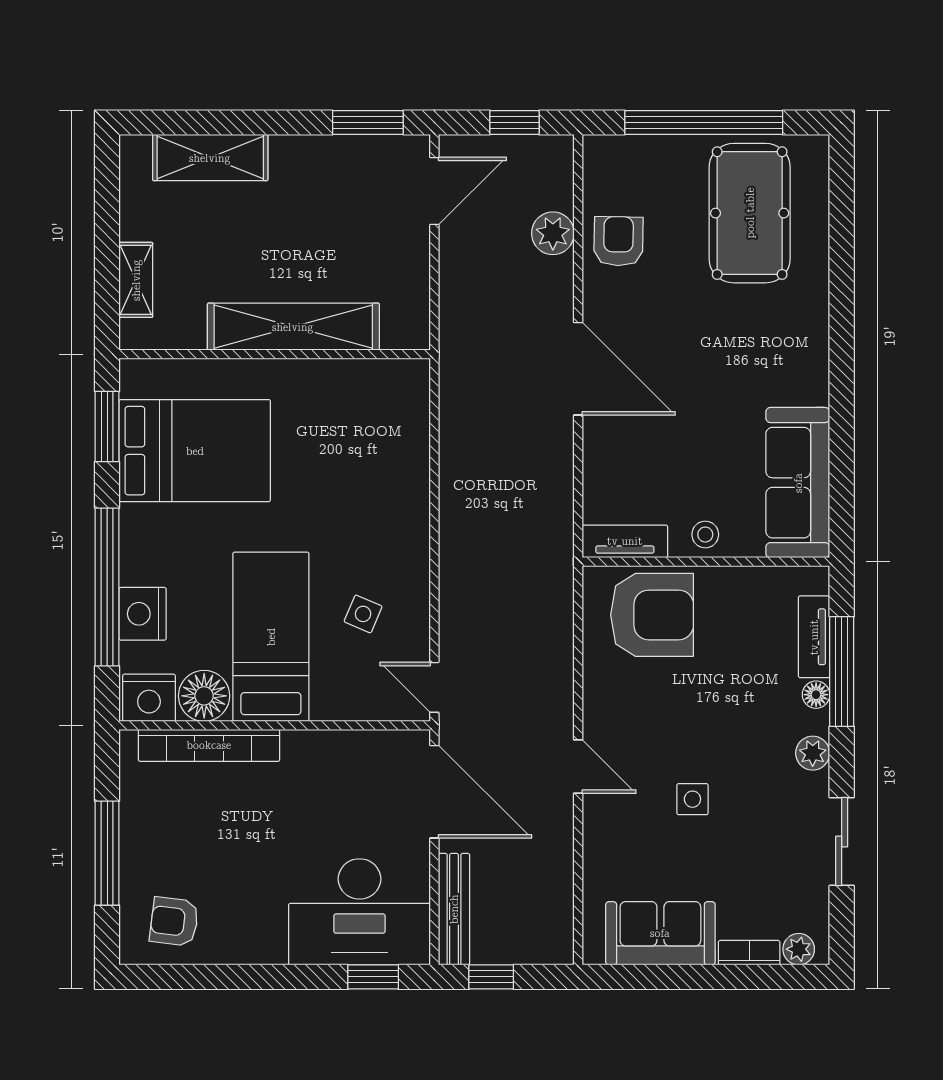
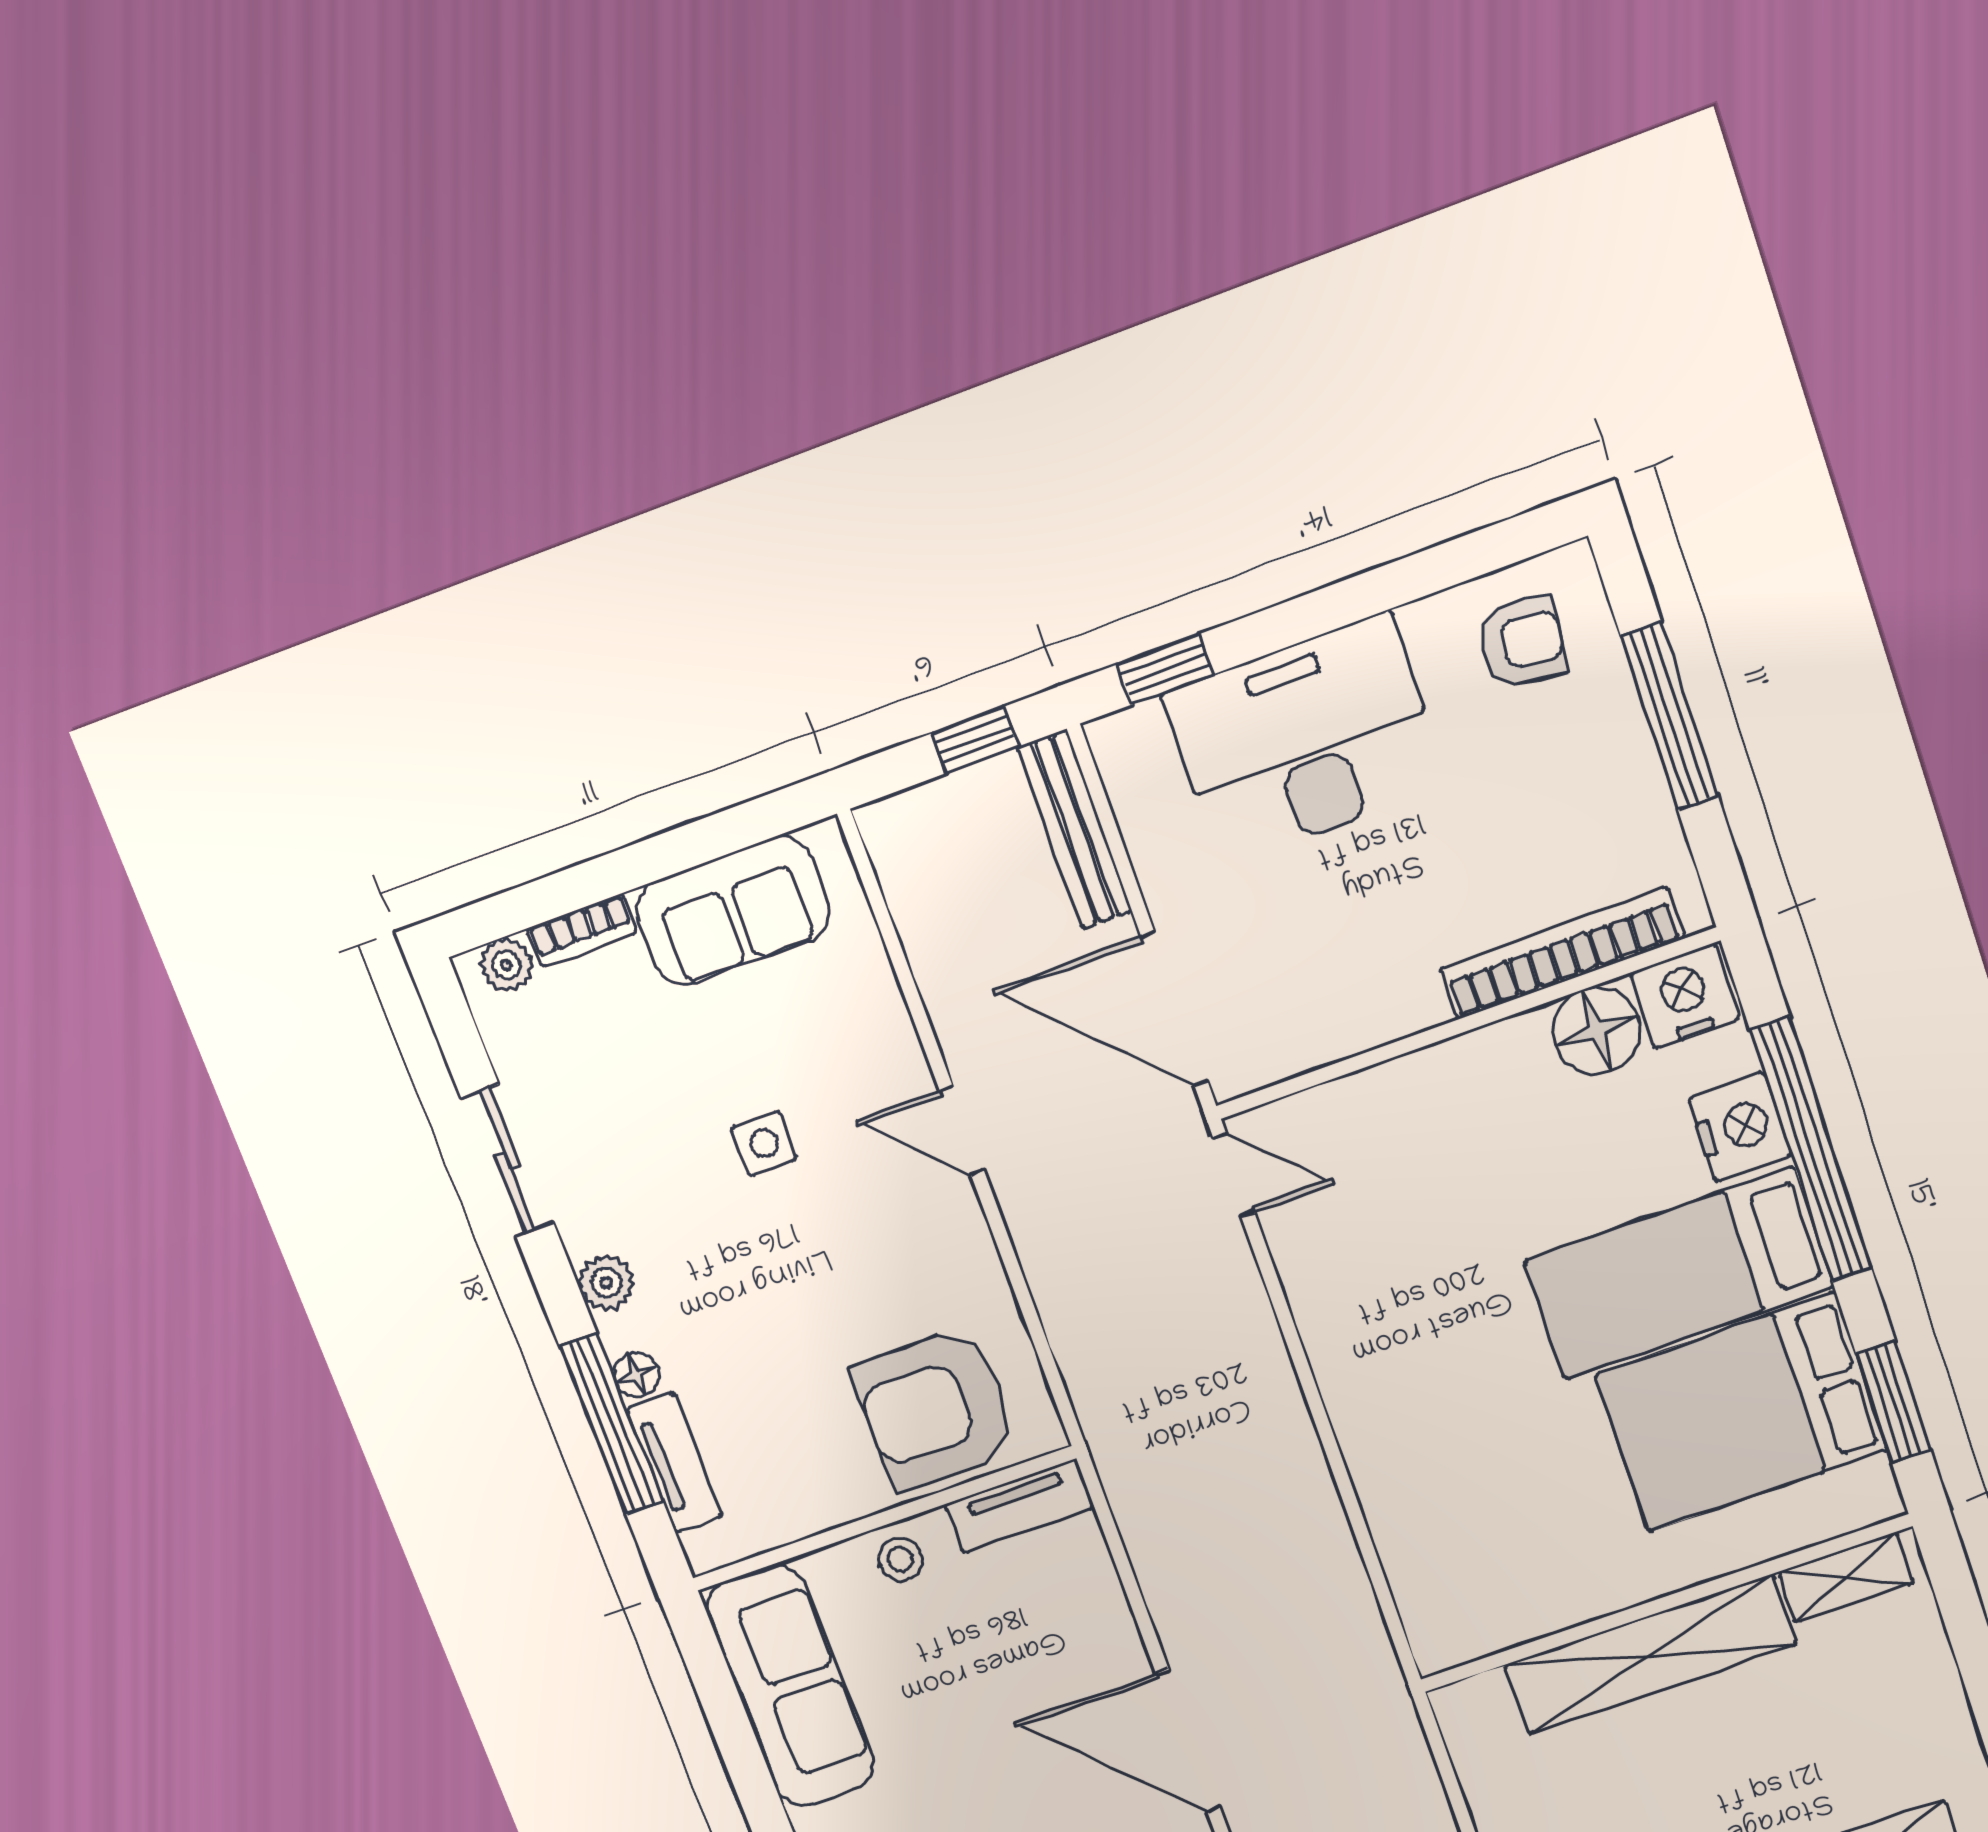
shelving: (136, 280) -> (1846, 1577), moved, turned 90
side table: (363, 614) -> (1387, 1251), removed
bed: (271, 637) -> (1679, 1273), moved, turned 90
desk: (359, 912) -> (1305, 740), moved

